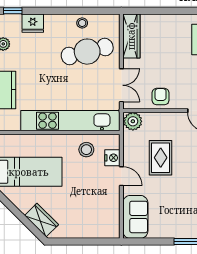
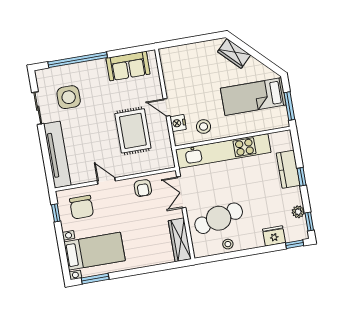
plant: (133, 121) -> (165, 160), removed
rug: (161, 158) -> (133, 131), width x1.36, depth x1.43
sofa: (135, 217) -> (128, 66), moved, turned -90

